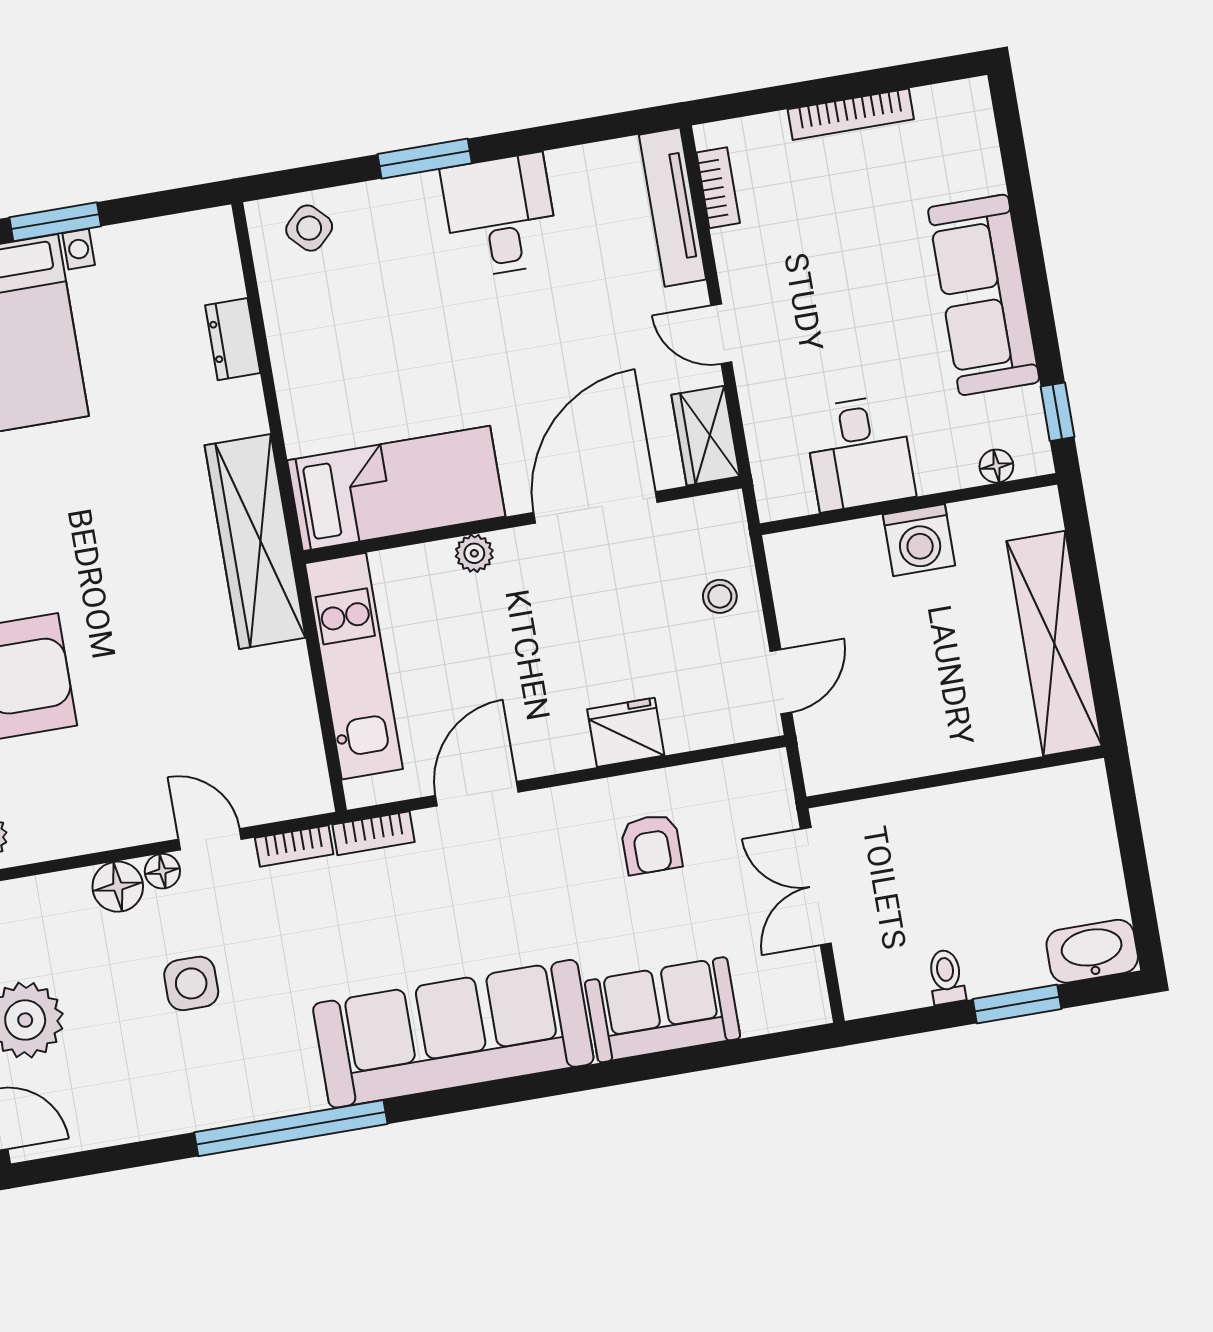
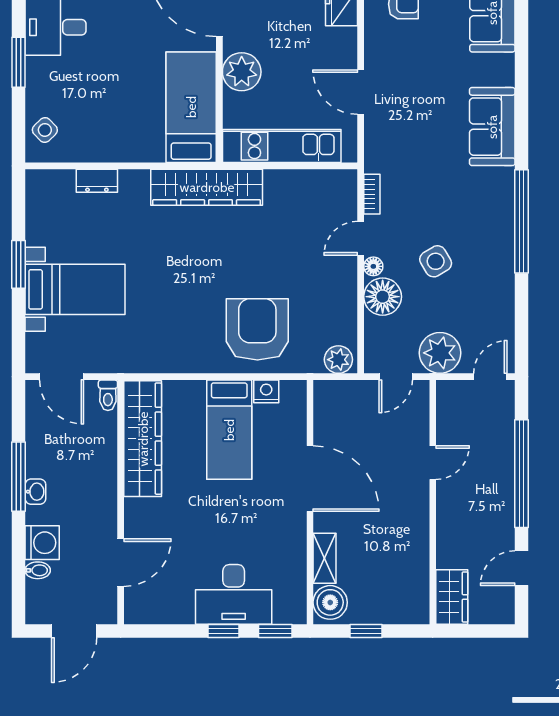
plant: (474, 553) -> (242, 72), width x1.88, depth x1.88
bookcase: (373, 833) -> (372, 151), removed
floor lamp: (118, 887) -> (383, 297), width x1.38, depth x1.38
side table: (191, 983) -> (436, 261), turned -31
sofa: (453, 1034) -> (492, 127), width x0.54, depth x0.79

